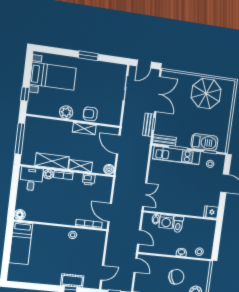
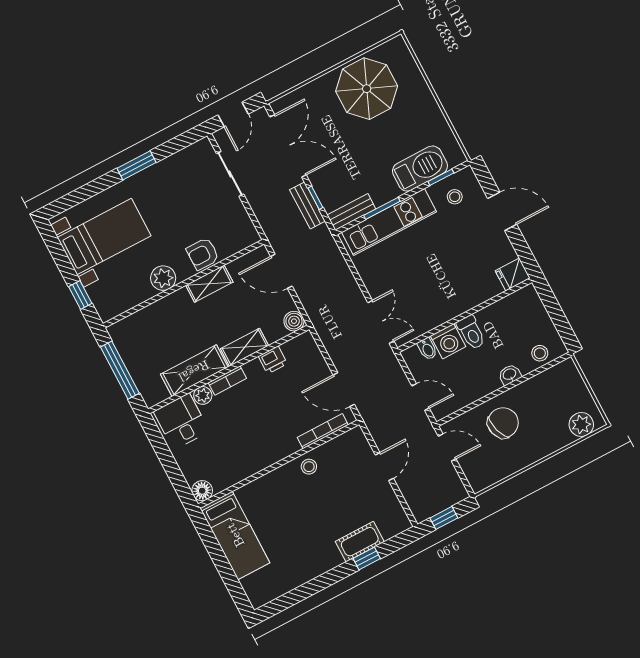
door: (102, 273) -> (384, 467), moved
chair: (176, 277) -> (503, 423), moved

